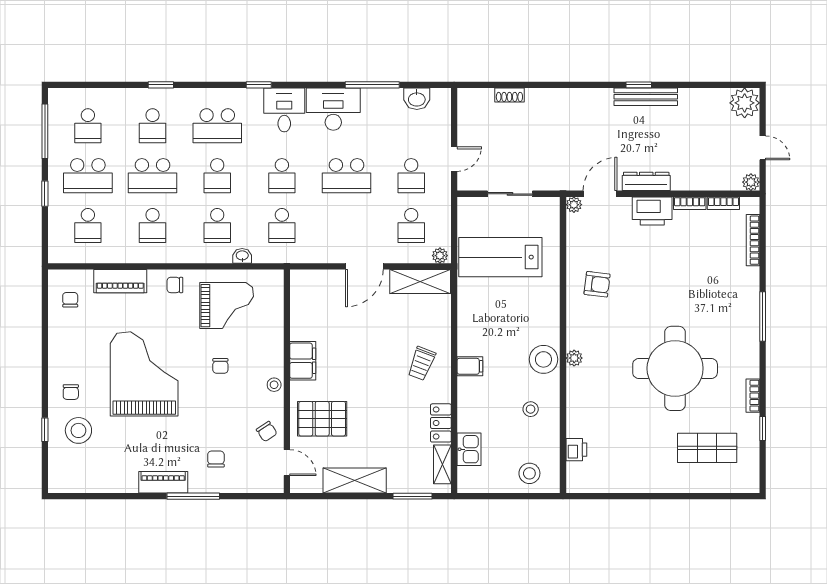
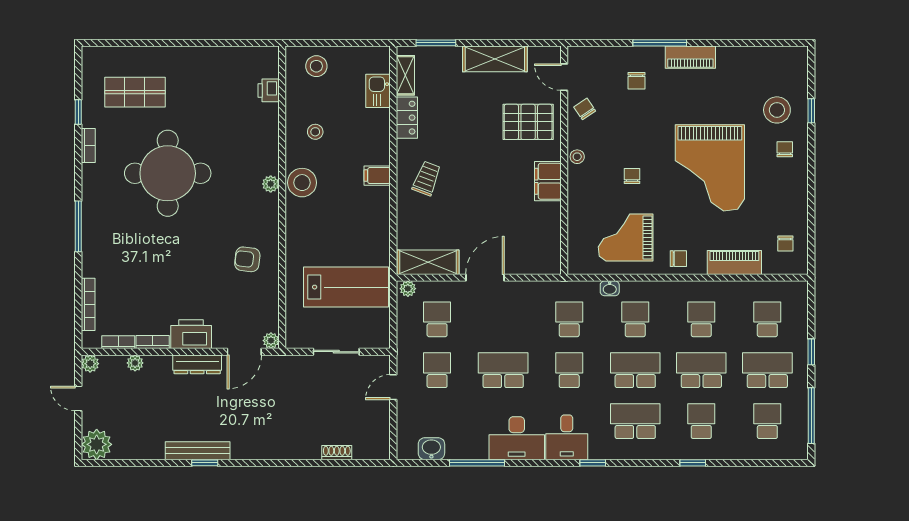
school desk: (217, 176) -> (635, 370), width x1.85
plant: (707, 183) -> (135, 363), added

